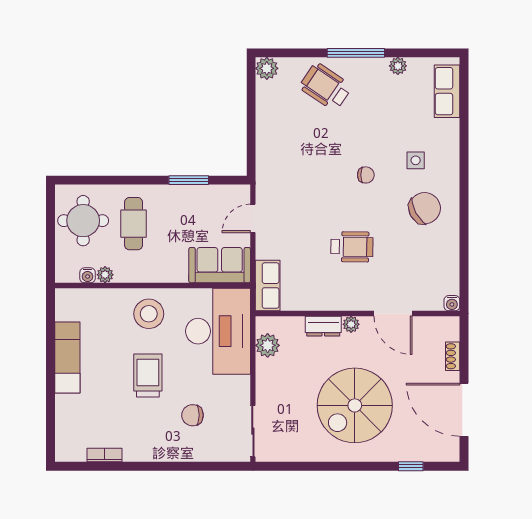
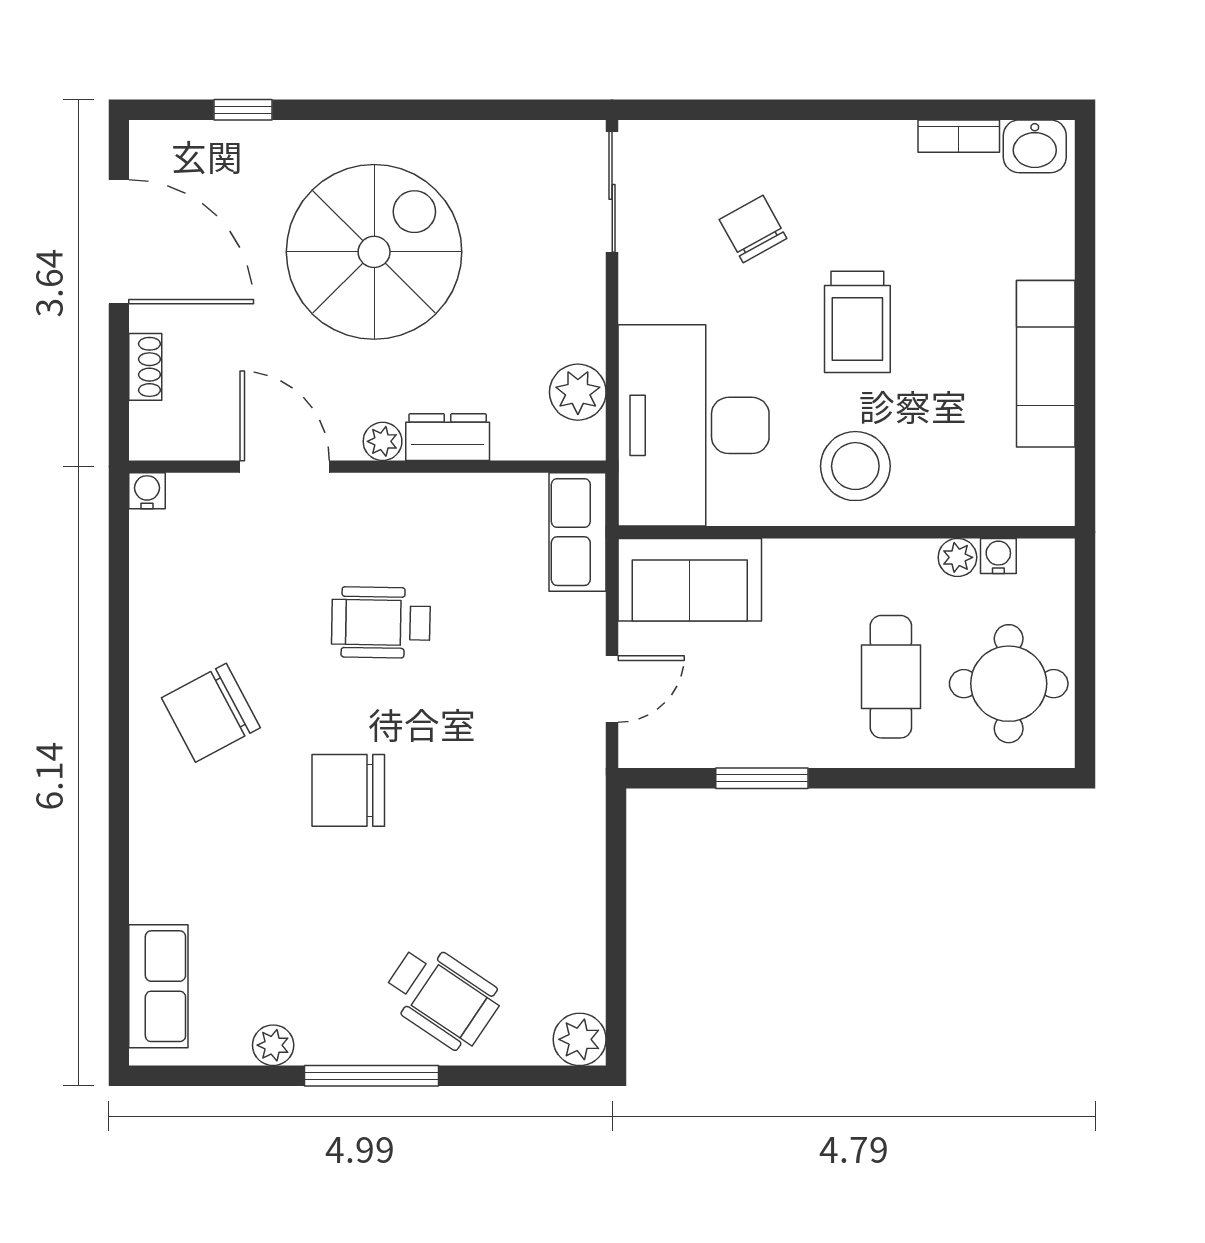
side table: (416, 160) -> (232, 825), removed
chair: (366, 175) -> (348, 790), width x1.87, depth x1.87
chair: (193, 415) -> (753, 229), turned -119
washbasin: (72, 451) -> (1035, 146), added

